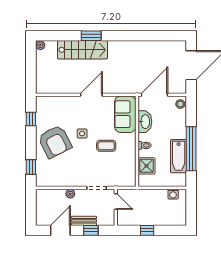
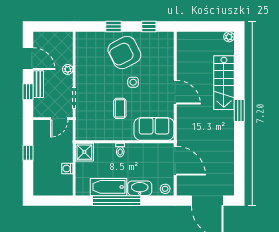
window: (91, 36) -> (239, 110), moved
washbasin: (145, 122) -> (140, 188), moved, turned 180
shower: (146, 166) -> (84, 152), moved
window: (31, 167) -> (113, 27), moved
washing machine: (173, 194) -> (67, 168), moved

